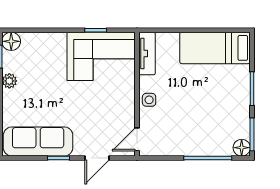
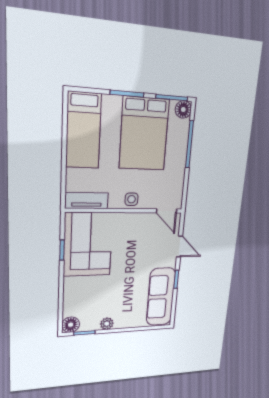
bed: (215, 108) -> (144, 134), added

